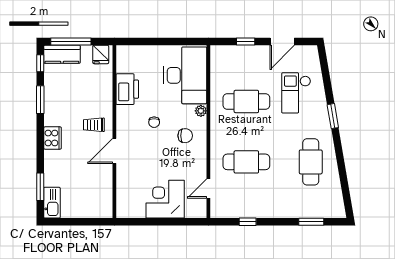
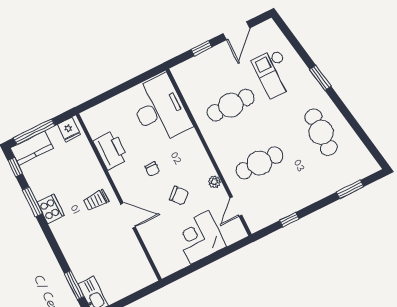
plant: (201, 111) -> (214, 182), moved
chair: (185, 136) -> (179, 196), moved, turned 50
cooker: (52, 138) -> (51, 209), moved
door: (114, 151) -> (128, 215), swing flipped

